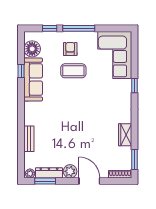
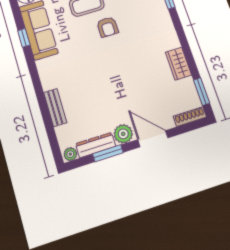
window: (21, 71) -> (24, 38), moved
armchair: (83, 92) -> (108, 27), added
window: (45, 181) -> (108, 153), moved

